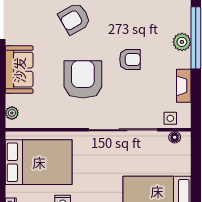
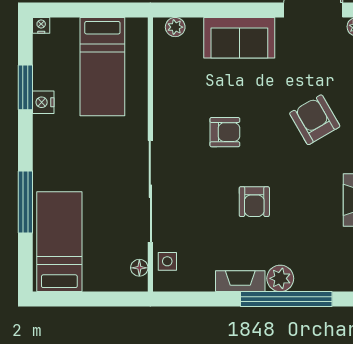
armchair: (83, 79) -> (225, 132), width x0.53, depth x0.53
fireplace: (184, 86) -> (240, 281), moved
bed: (39, 162) -> (102, 67), width x0.67

